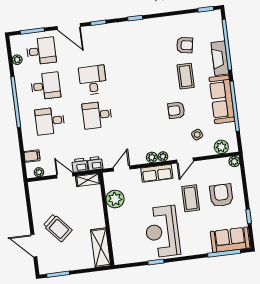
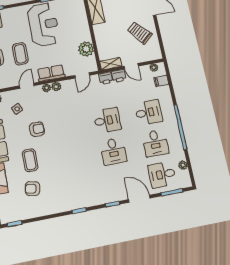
desk: (46, 86) -> (155, 143), turned -90
trolley: (58, 228) -> (140, 33), moved

